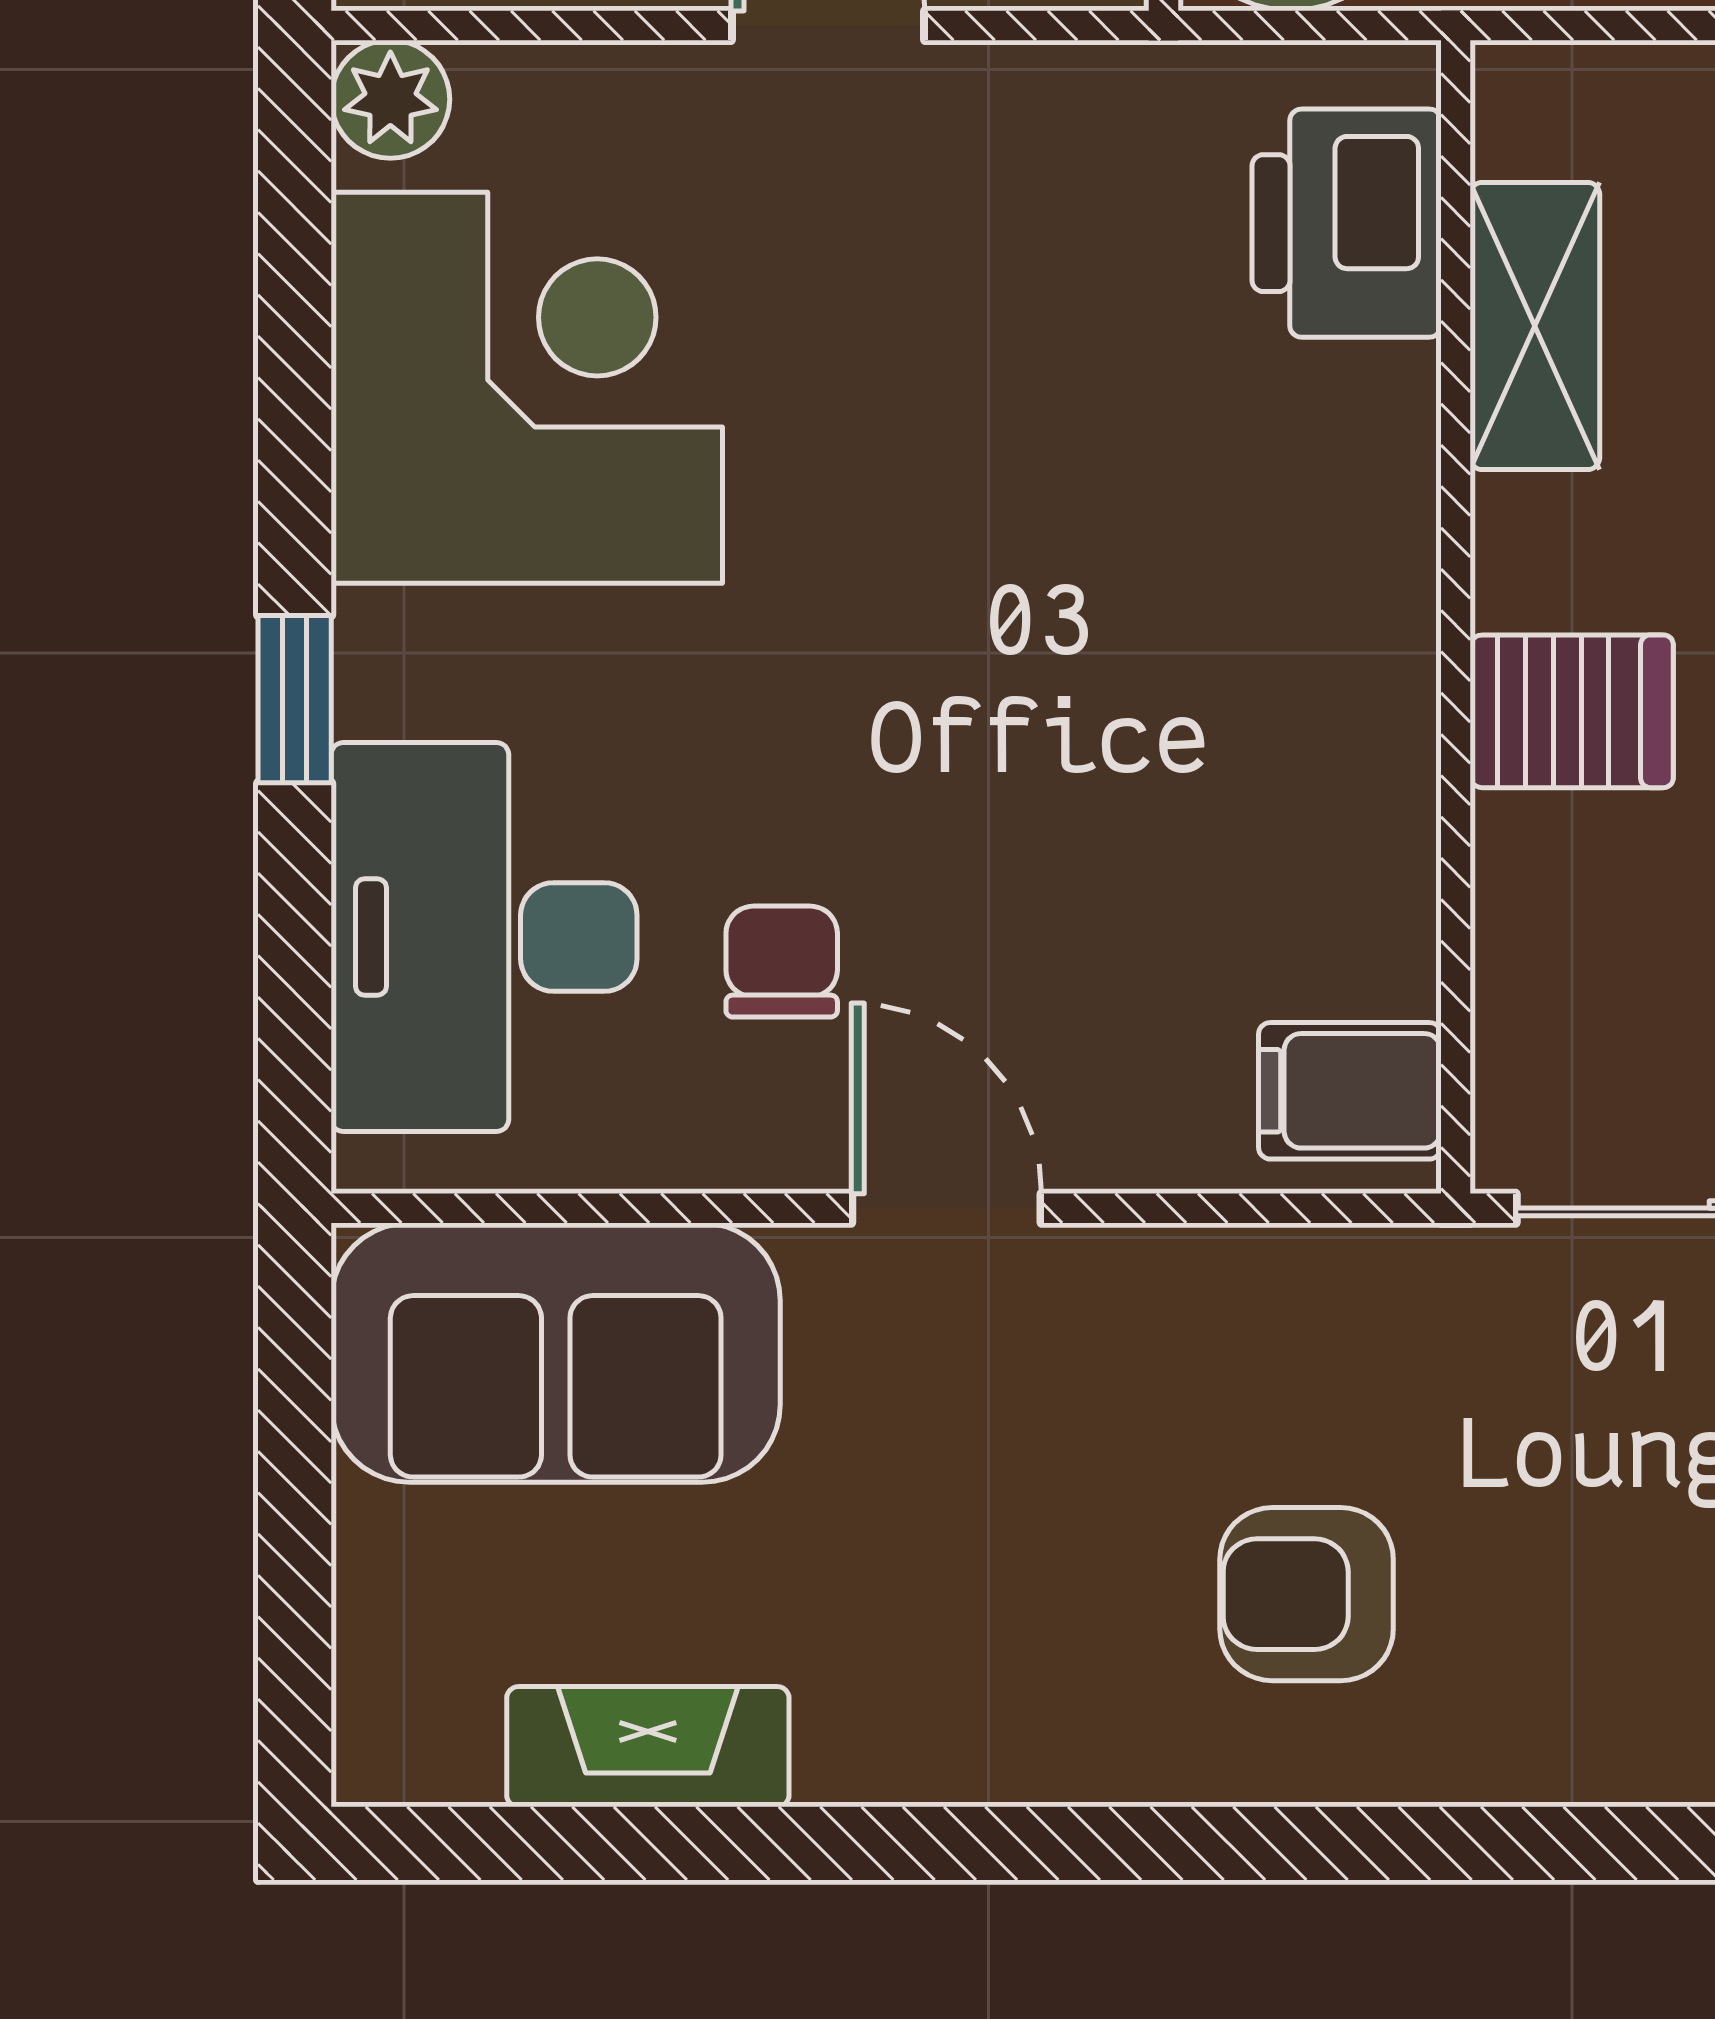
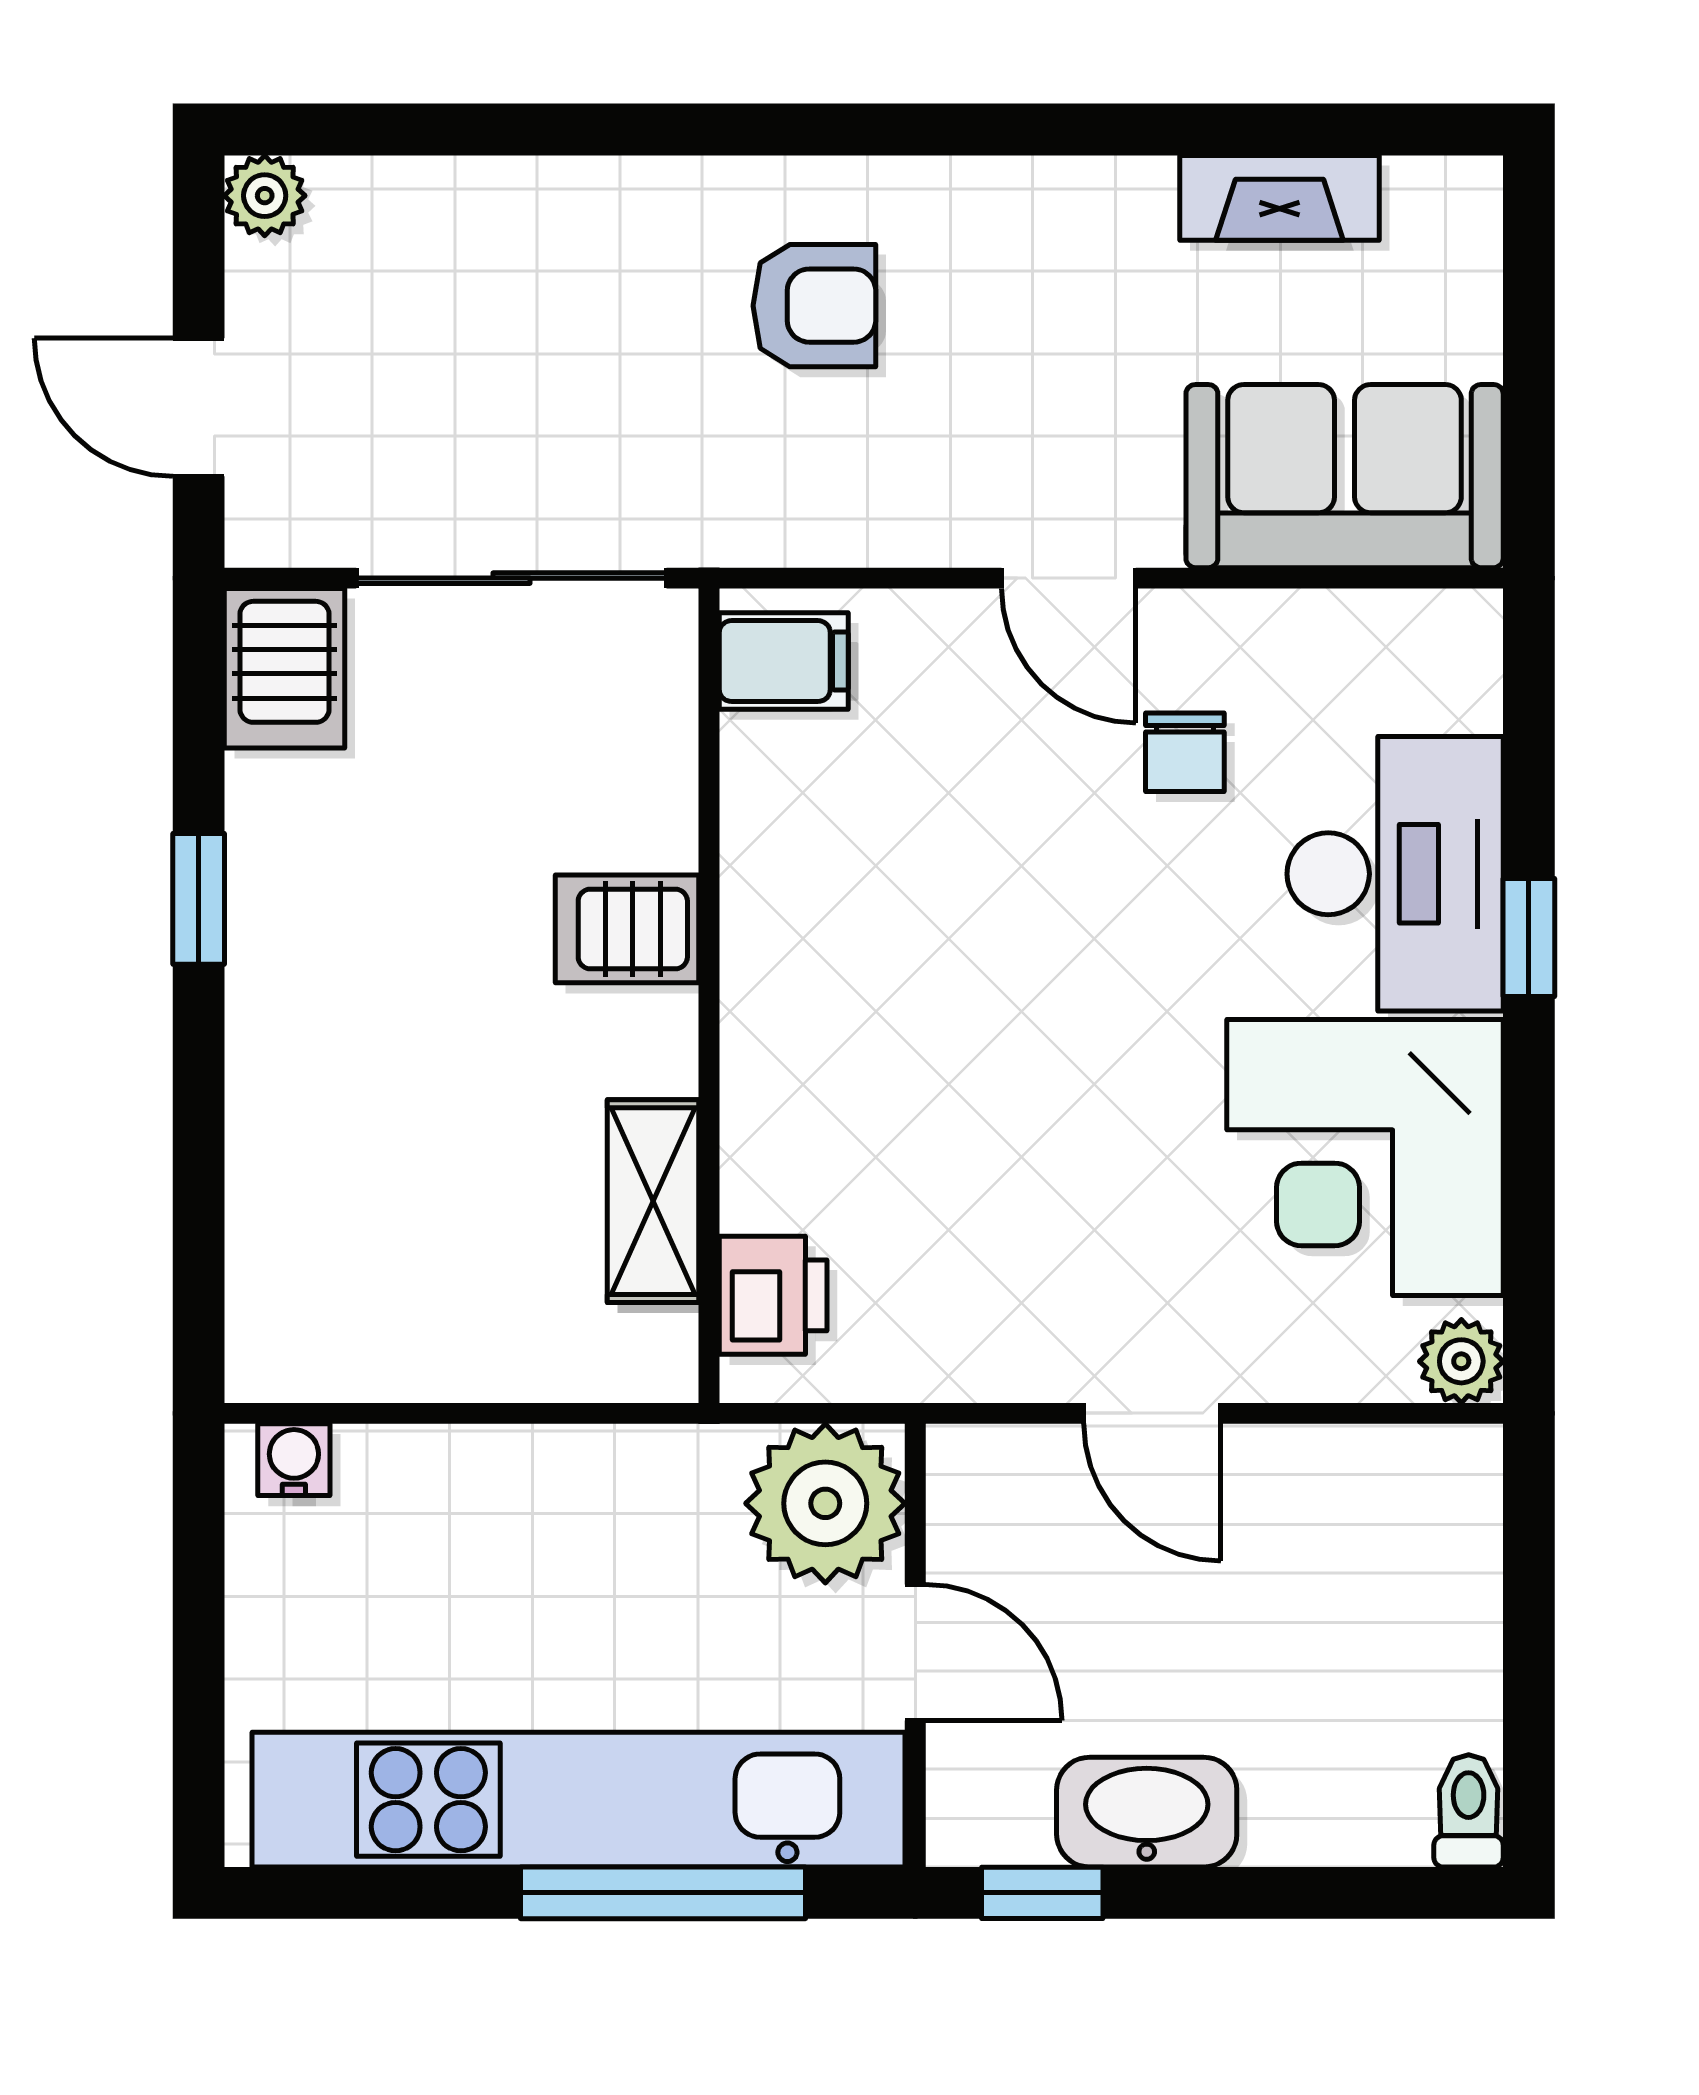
printer: (1347, 223) -> (773, 1295), width x0.73, depth x0.81
desk: (484, 937) -> (1395, 874), moved

